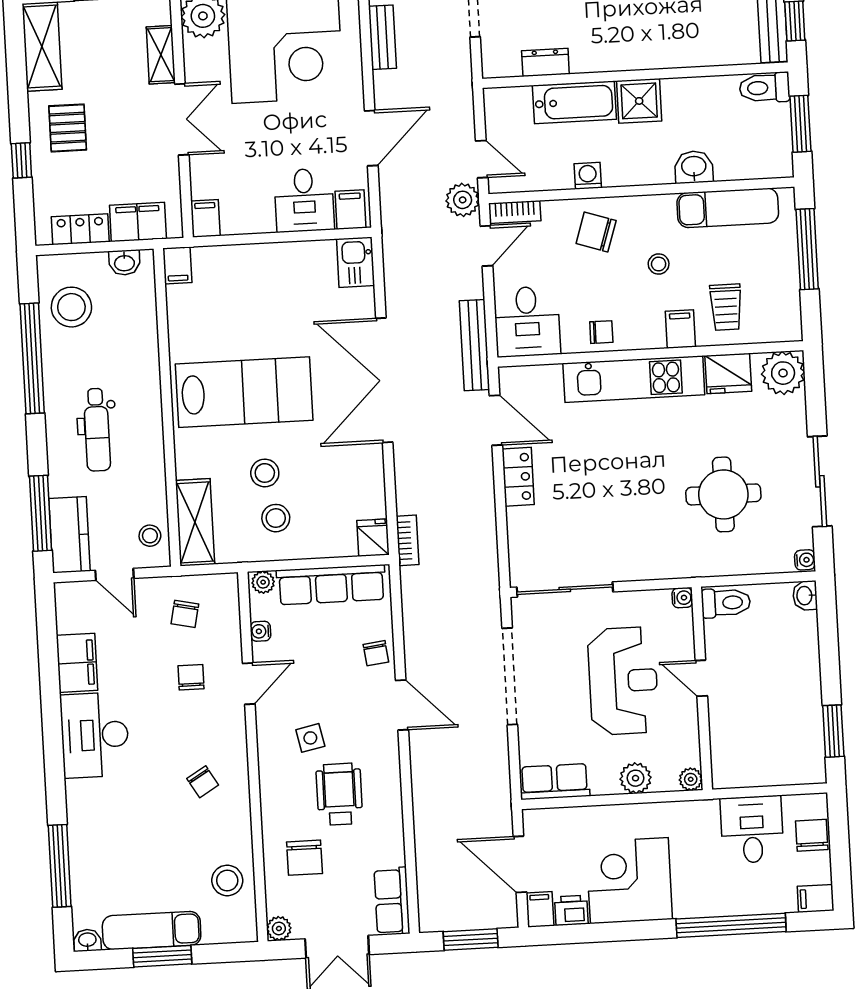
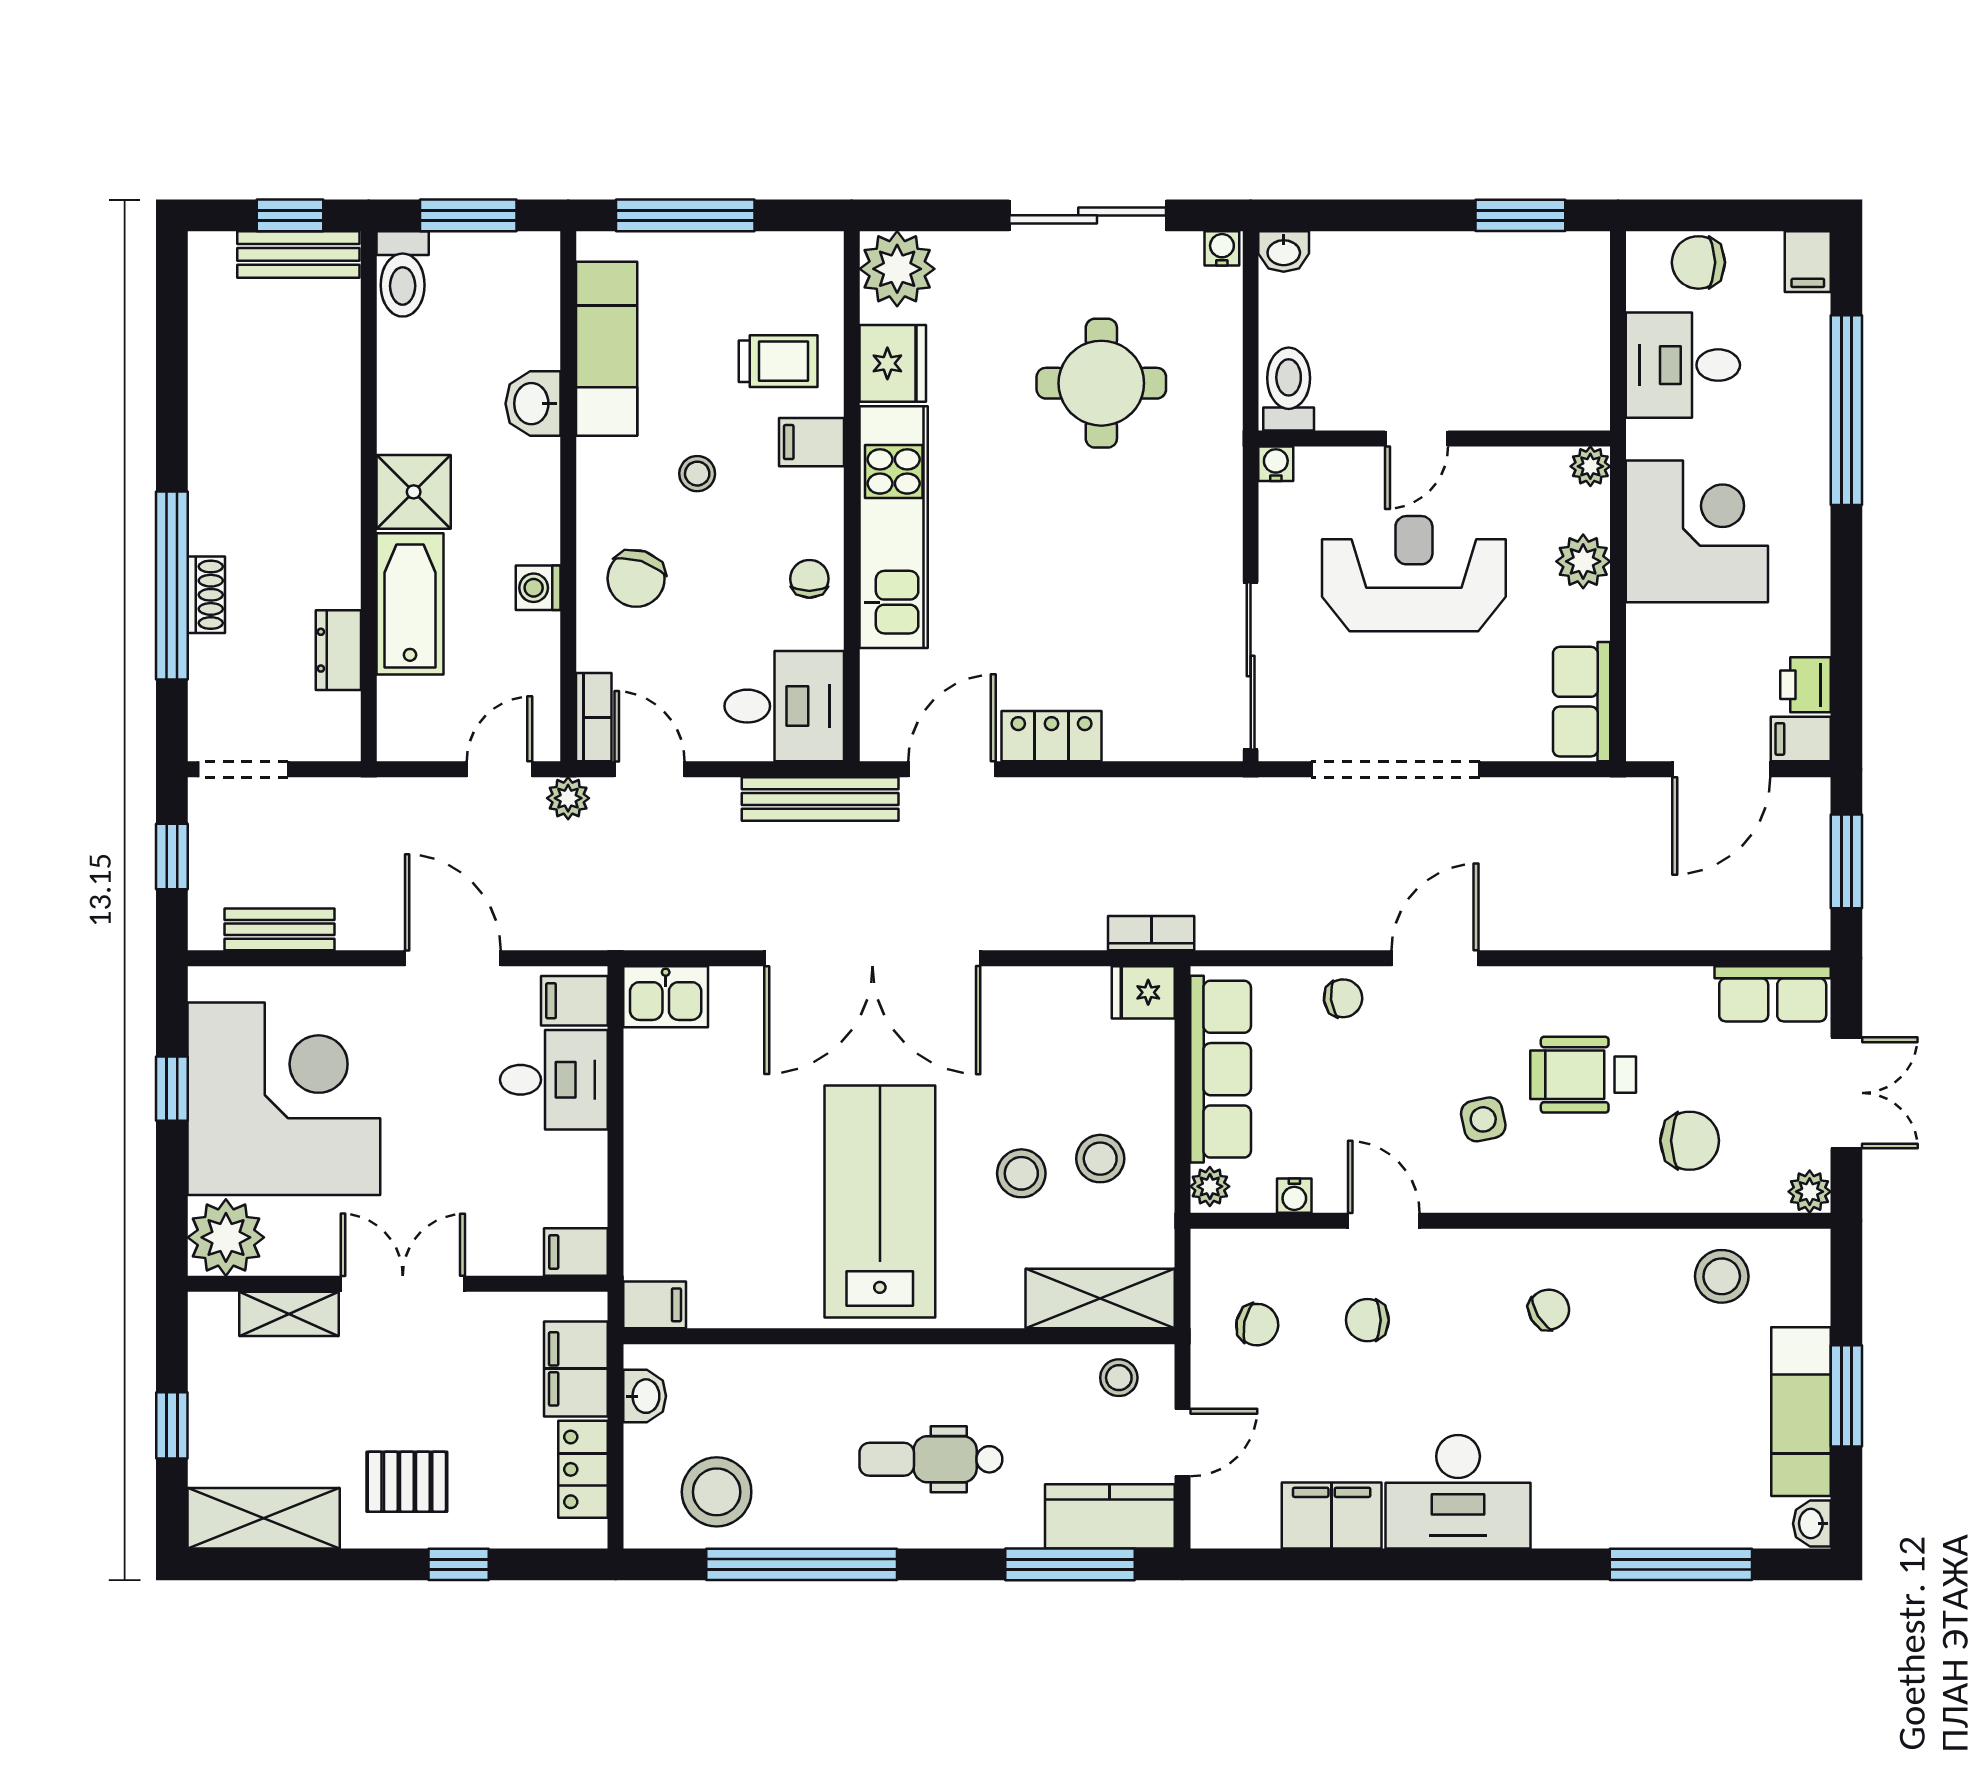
plant: (463, 200) -> (568, 798), width x0.73, depth x0.73
dental chair: (97, 430) -> (931, 1459), turned 180
corner desk: (629, 881) -> (1697, 531), moved, turned 180

